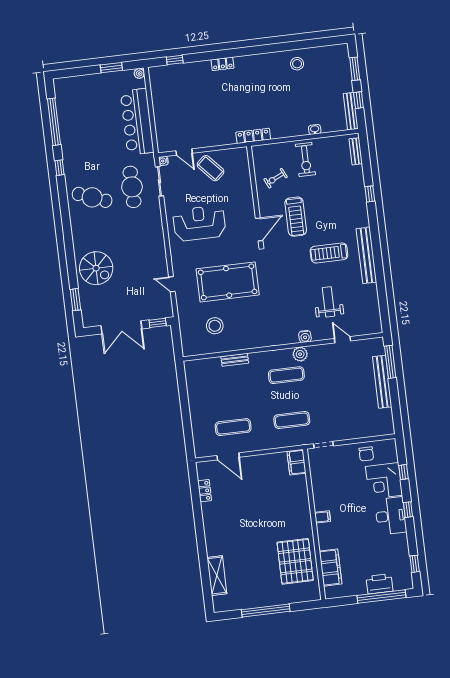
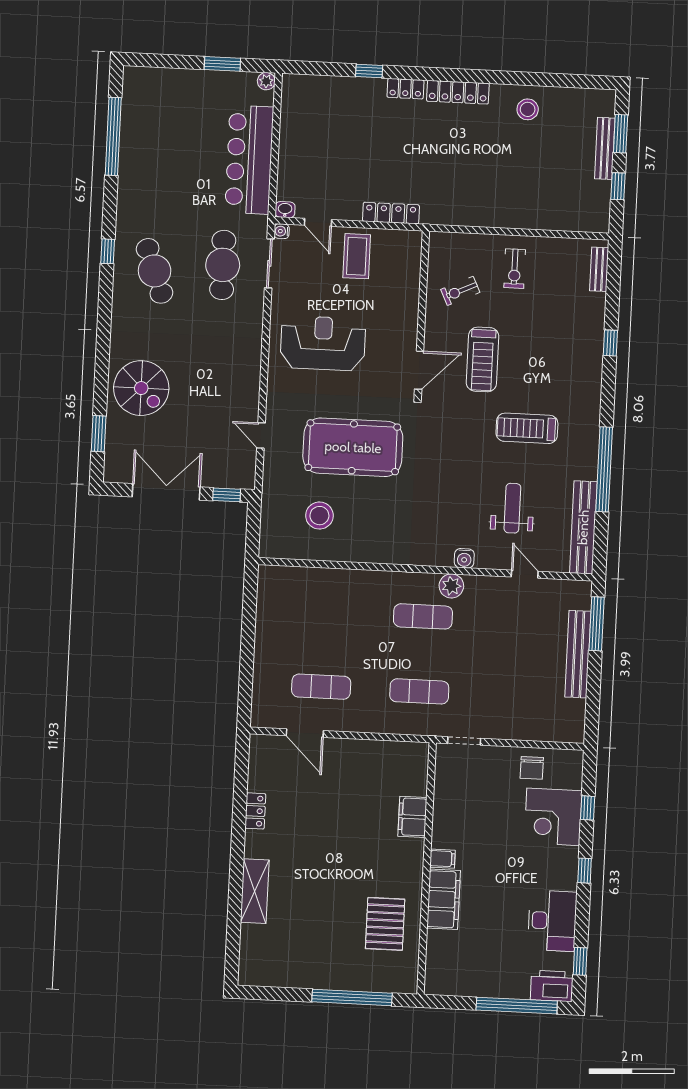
window: (175, 60) -> (369, 71), moved
locker: (254, 61) -> (458, 92), added
bench: (351, 111) -> (605, 148), moved
washbasin: (315, 129) -> (285, 210), moved
locker: (253, 136) -> (391, 213), moved
exercise bike: (305, 159) -> (515, 269), width x0.73, depth x0.72
window: (60, 168) -> (108, 251), moved
coffee table: (211, 168) -> (357, 256), turned 42
cafe table: (92, 197) -> (155, 271), turned 49
bench: (366, 255) -> (583, 527), moved
window: (379, 270) -> (604, 469), added
double door: (121, 327) -> (166, 492), swing flipped
bench: (235, 360) -> (343, 577), removed
filing cabinet: (296, 462) -> (412, 817), moved
locker: (205, 491) -> (255, 811), moved
desk: (391, 516) -> (552, 921), moved
pallet: (295, 561) -> (385, 924), width x0.73, depth x0.71
filing cabinet: (331, 568) -> (444, 899), moved
shelving: (217, 576) -> (255, 891), moved
printer: (379, 584) -> (552, 986), moved
window: (266, 610) -> (352, 998), moved

